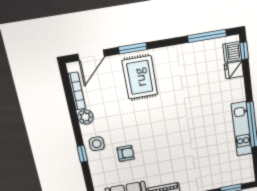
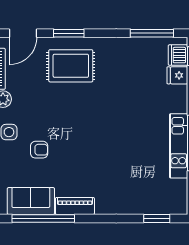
rug: (140, 77) -> (71, 66), turned 90

